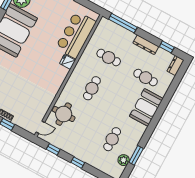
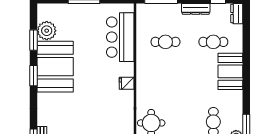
fridge: (67, 62) -> (127, 83), moved
cafe table: (92, 88) -> (165, 82), removed

